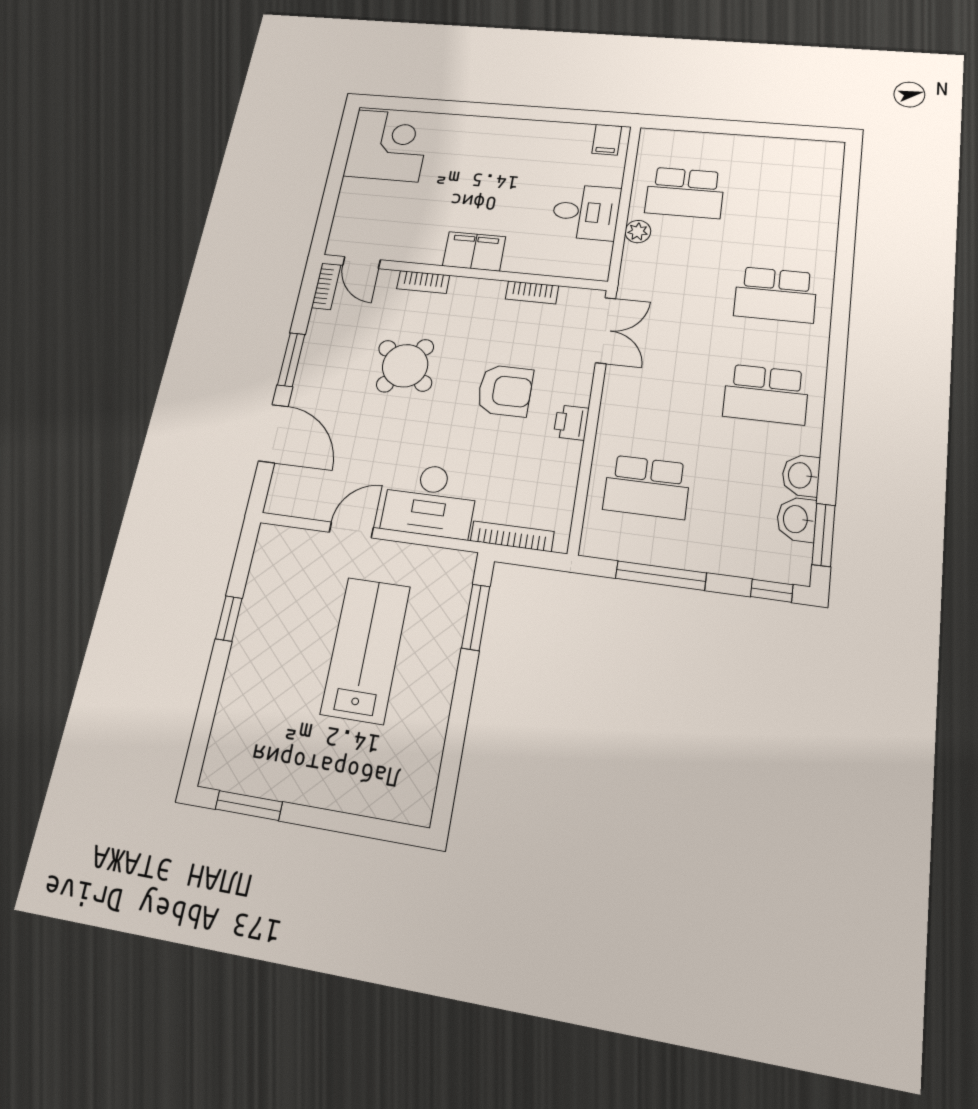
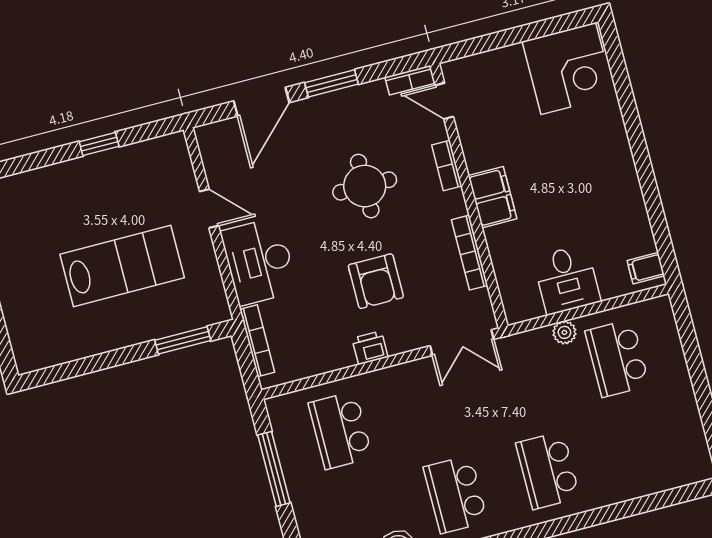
door: (361, 263) -> (444, 101), hinge flipped
bookcase: (532, 292) -> (470, 253), width x1.56
round table: (405, 366) -> (365, 186), turned -37

